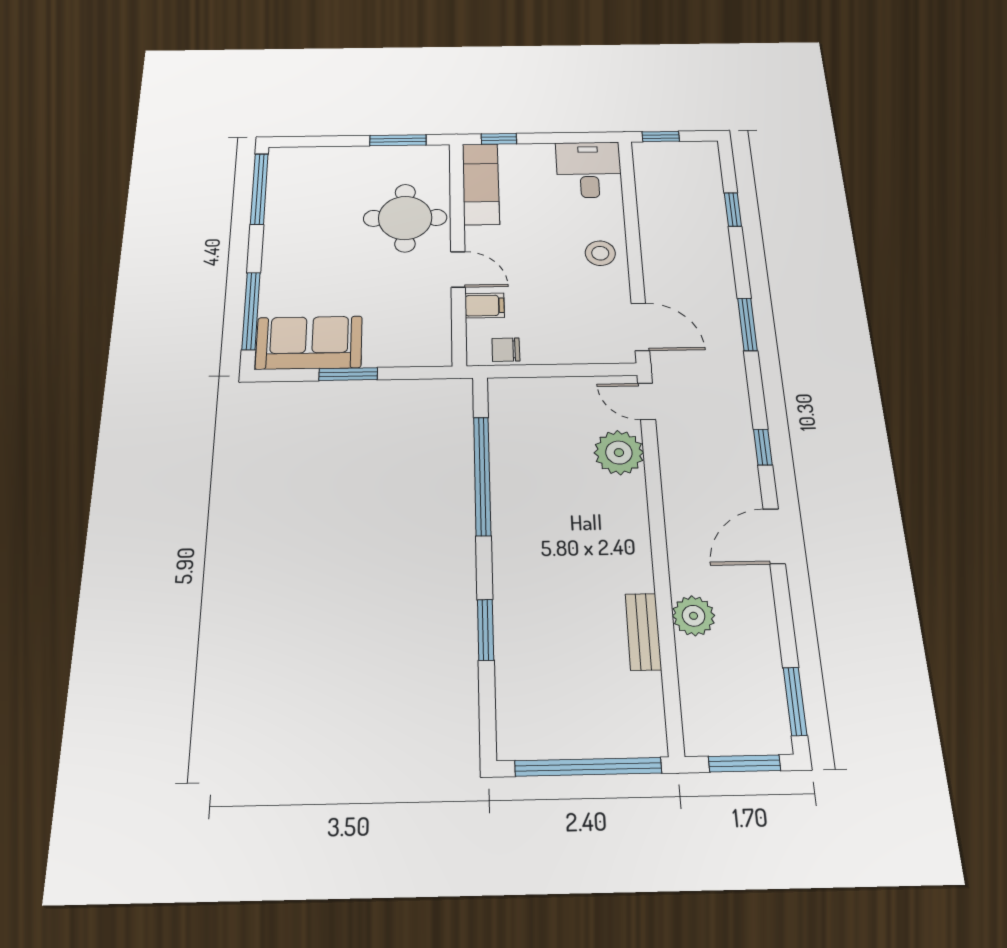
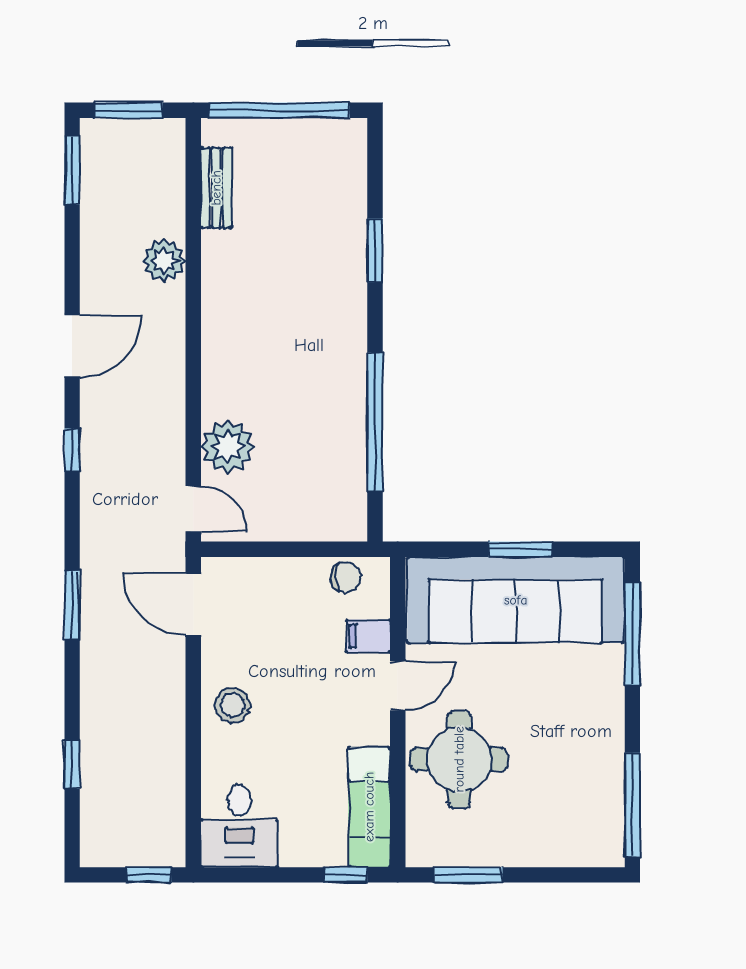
door: (458, 269) -> (398, 686), swing flipped
sofa: (309, 343) -> (516, 600), width x1.85, depth x1.27
bench: (643, 632) -> (216, 188), moved

